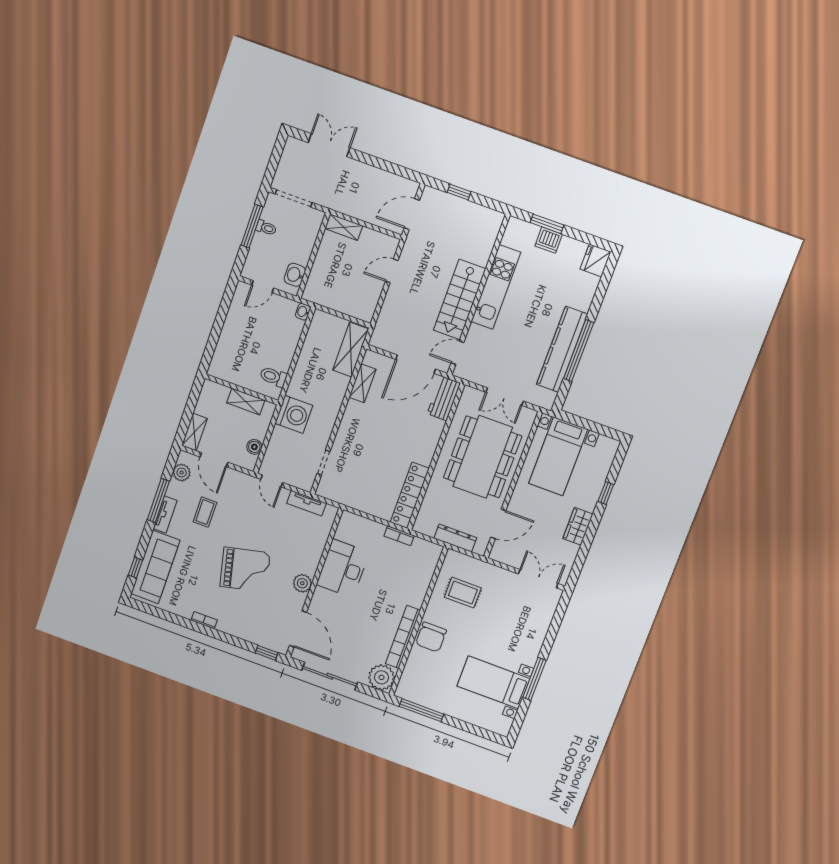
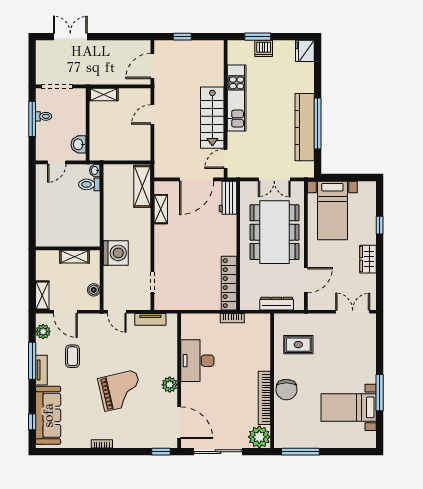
toilet: (273, 377) -> (89, 184), moved

